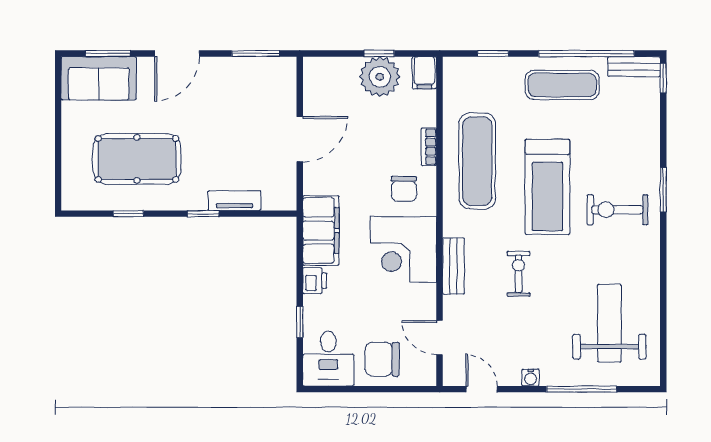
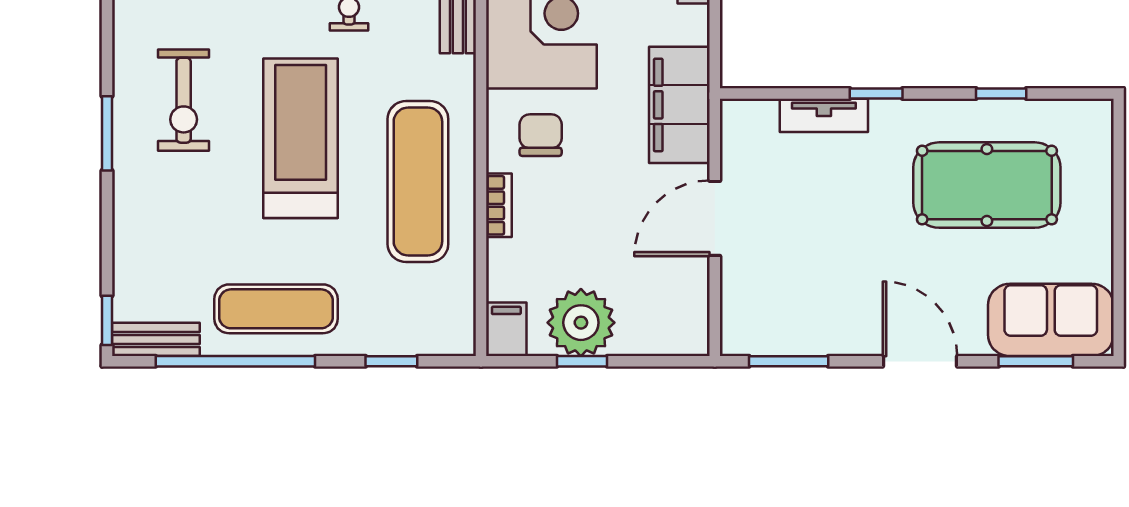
door: (177, 54) -> (920, 361), hinge flipped
exercise bike: (617, 210) -> (184, 100), turned 90
filing cabinet: (321, 230) -> (679, 105), moved

